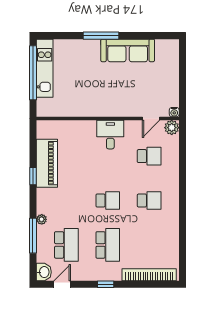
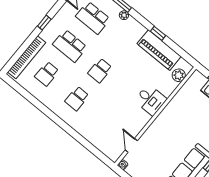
plant: (172, 128) -> (179, 75), moved
desk: (110, 135) -> (151, 100), moved
school desk: (149, 156) -> (47, 74), moved

